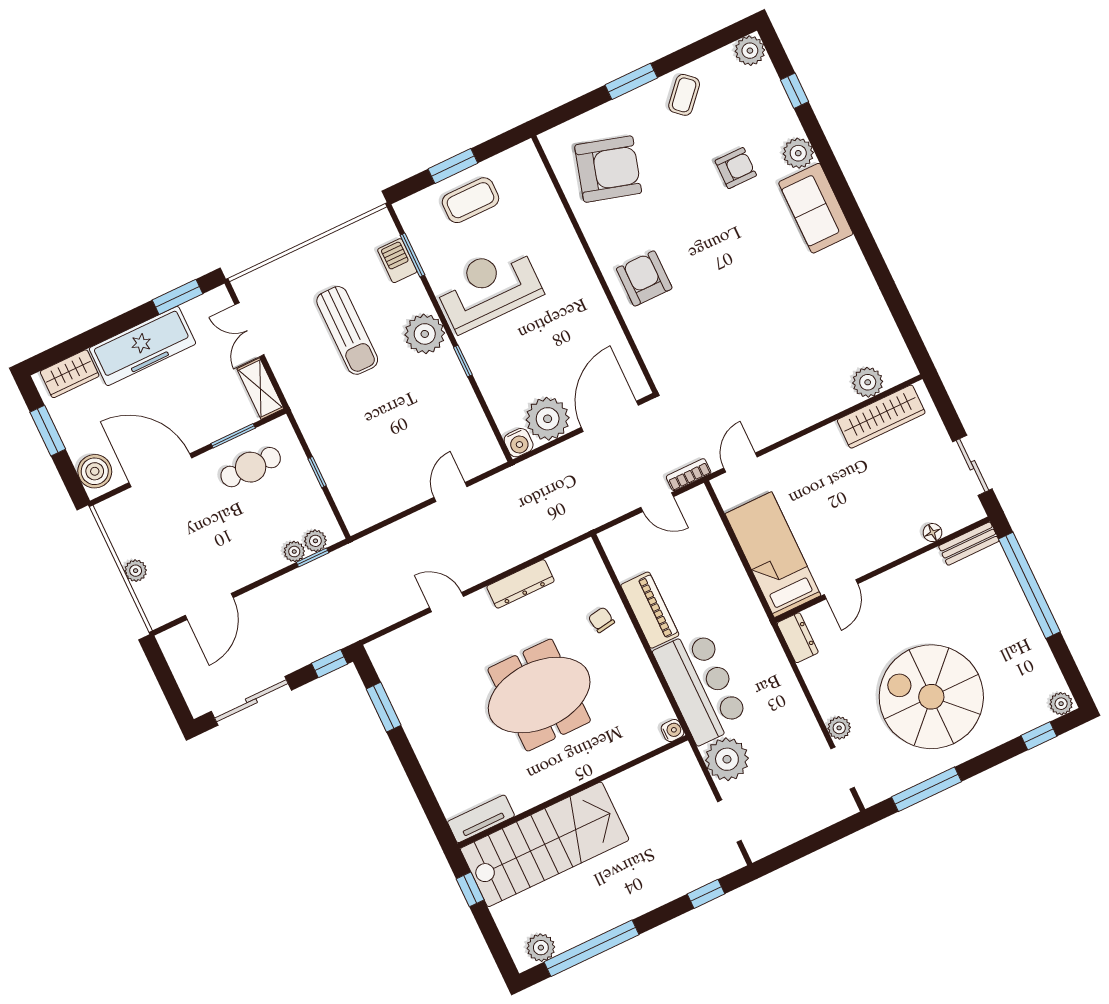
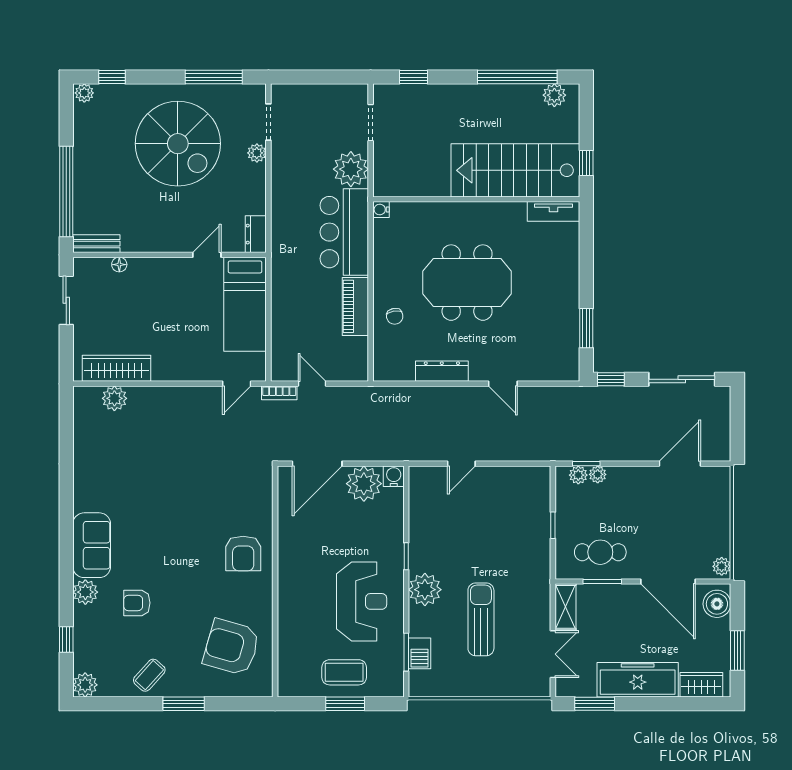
reception desk: (488, 288) -> (362, 601), turned -90
plant: (136, 571) -> (722, 566), moved

